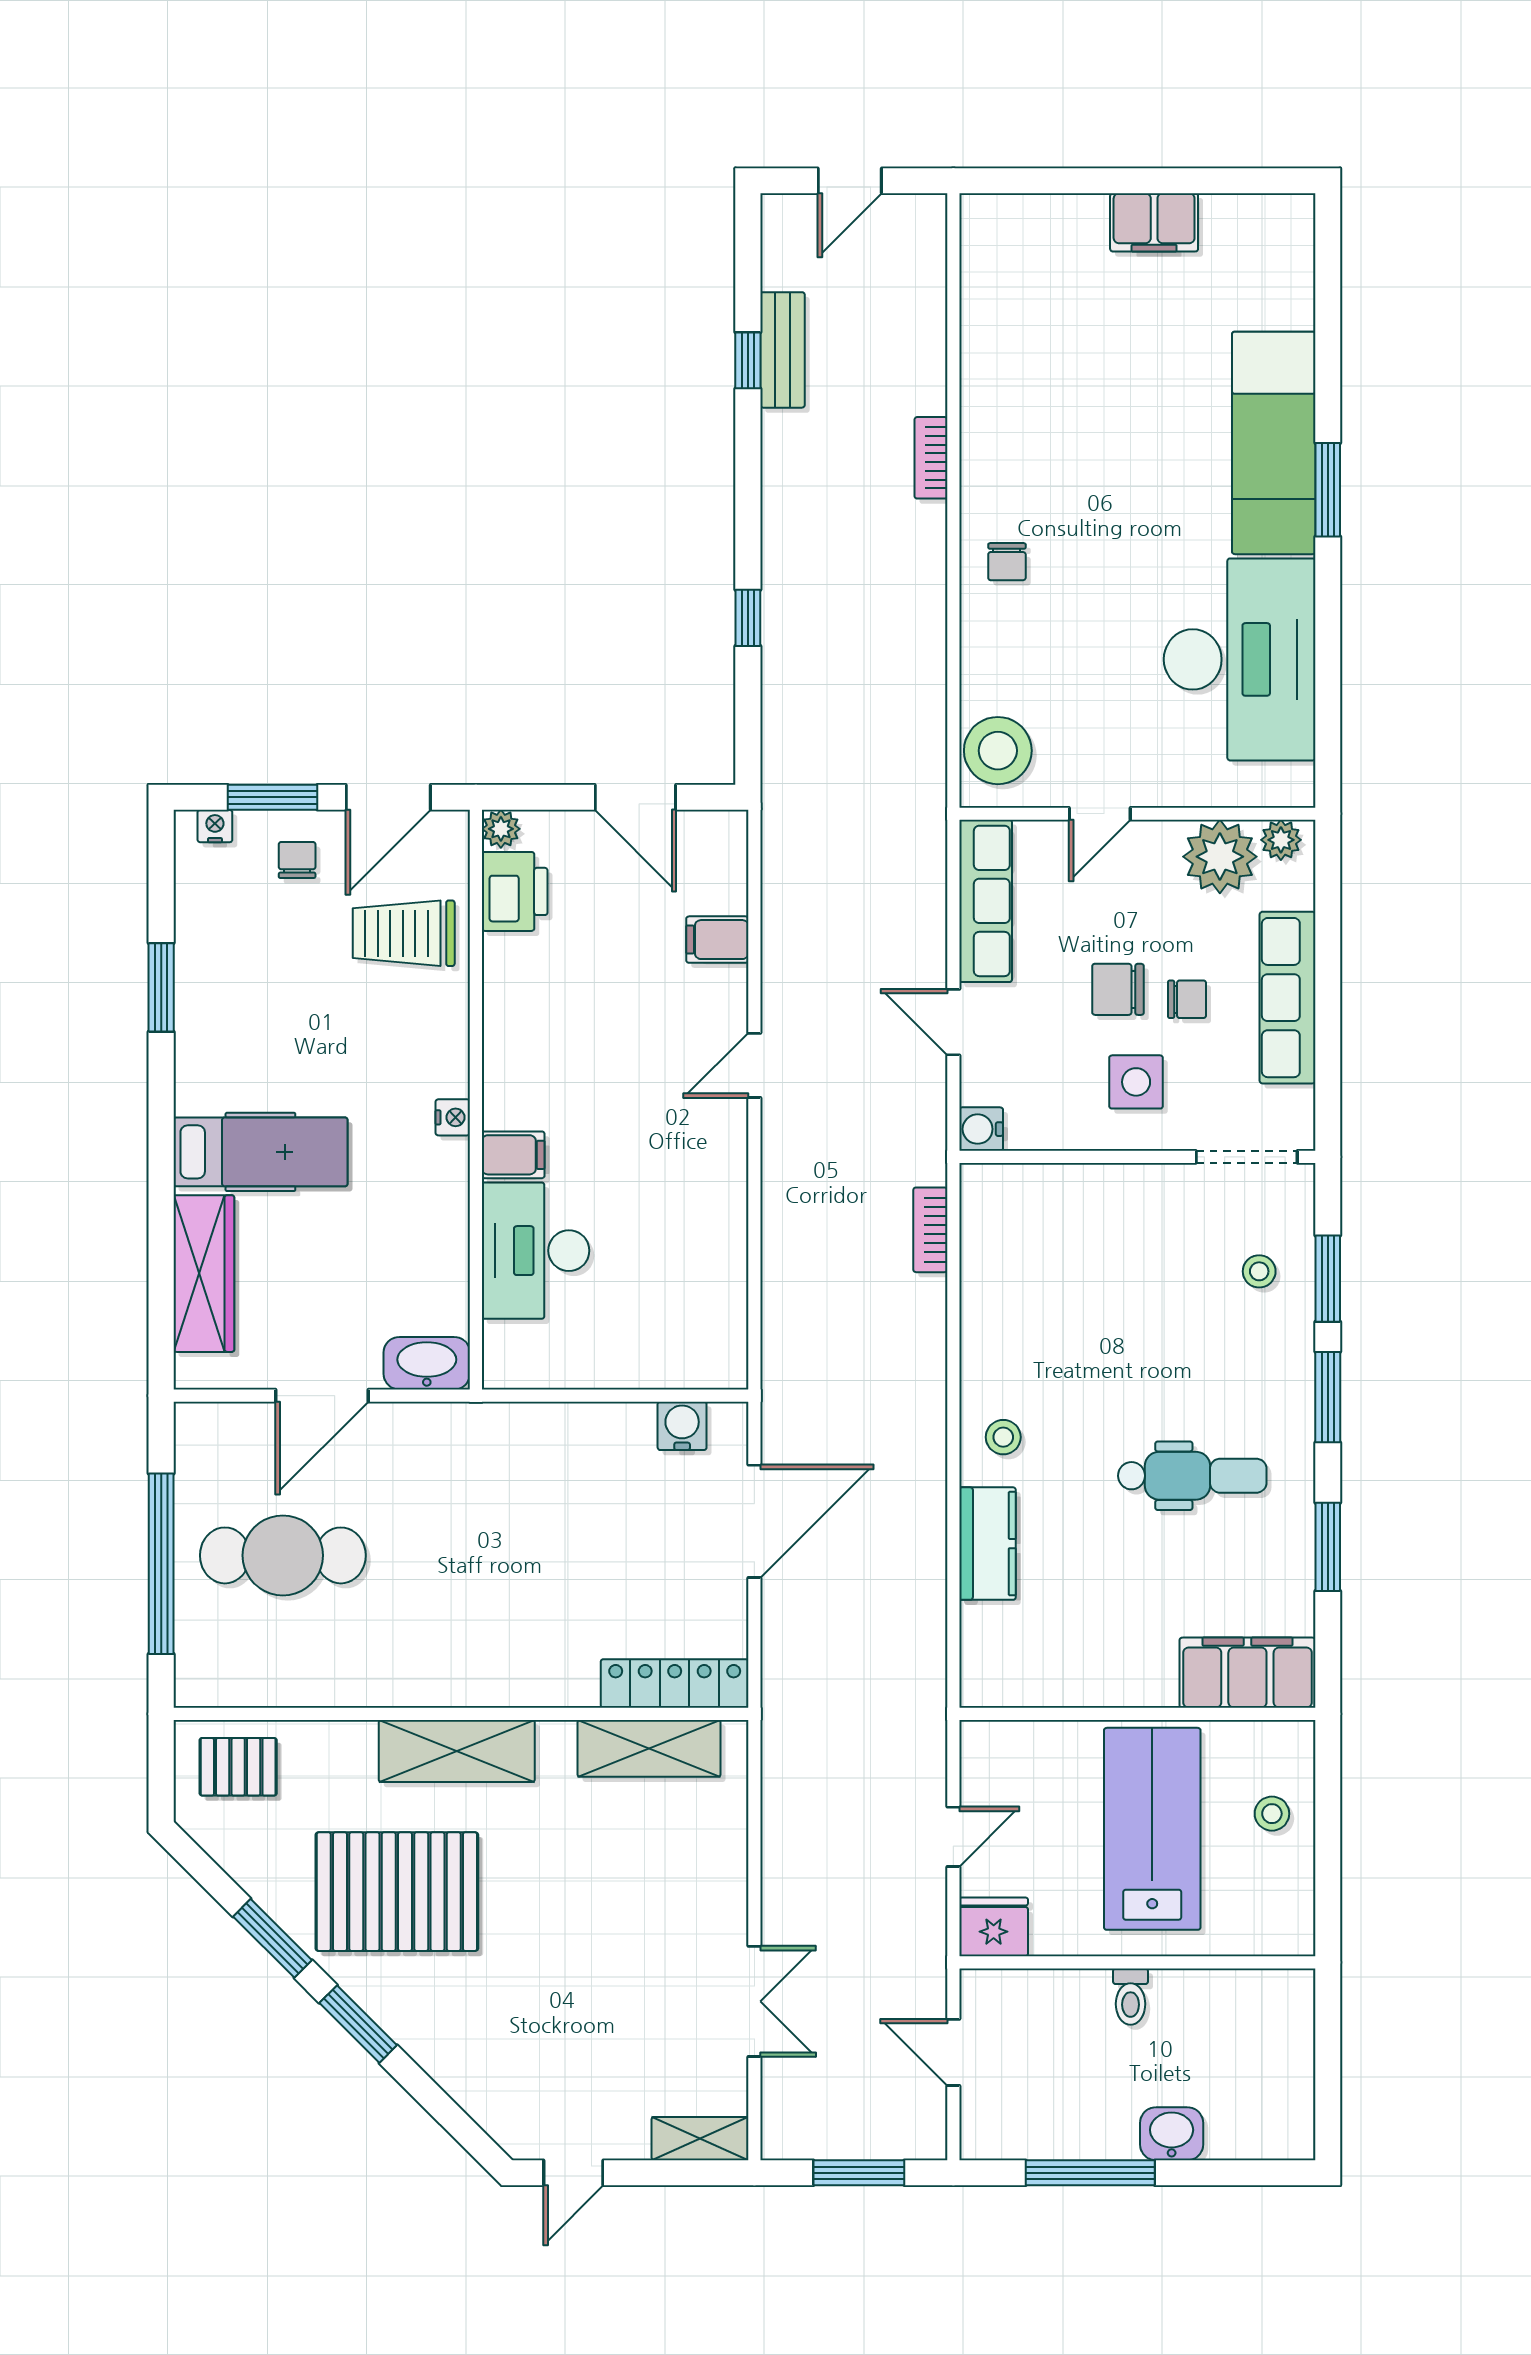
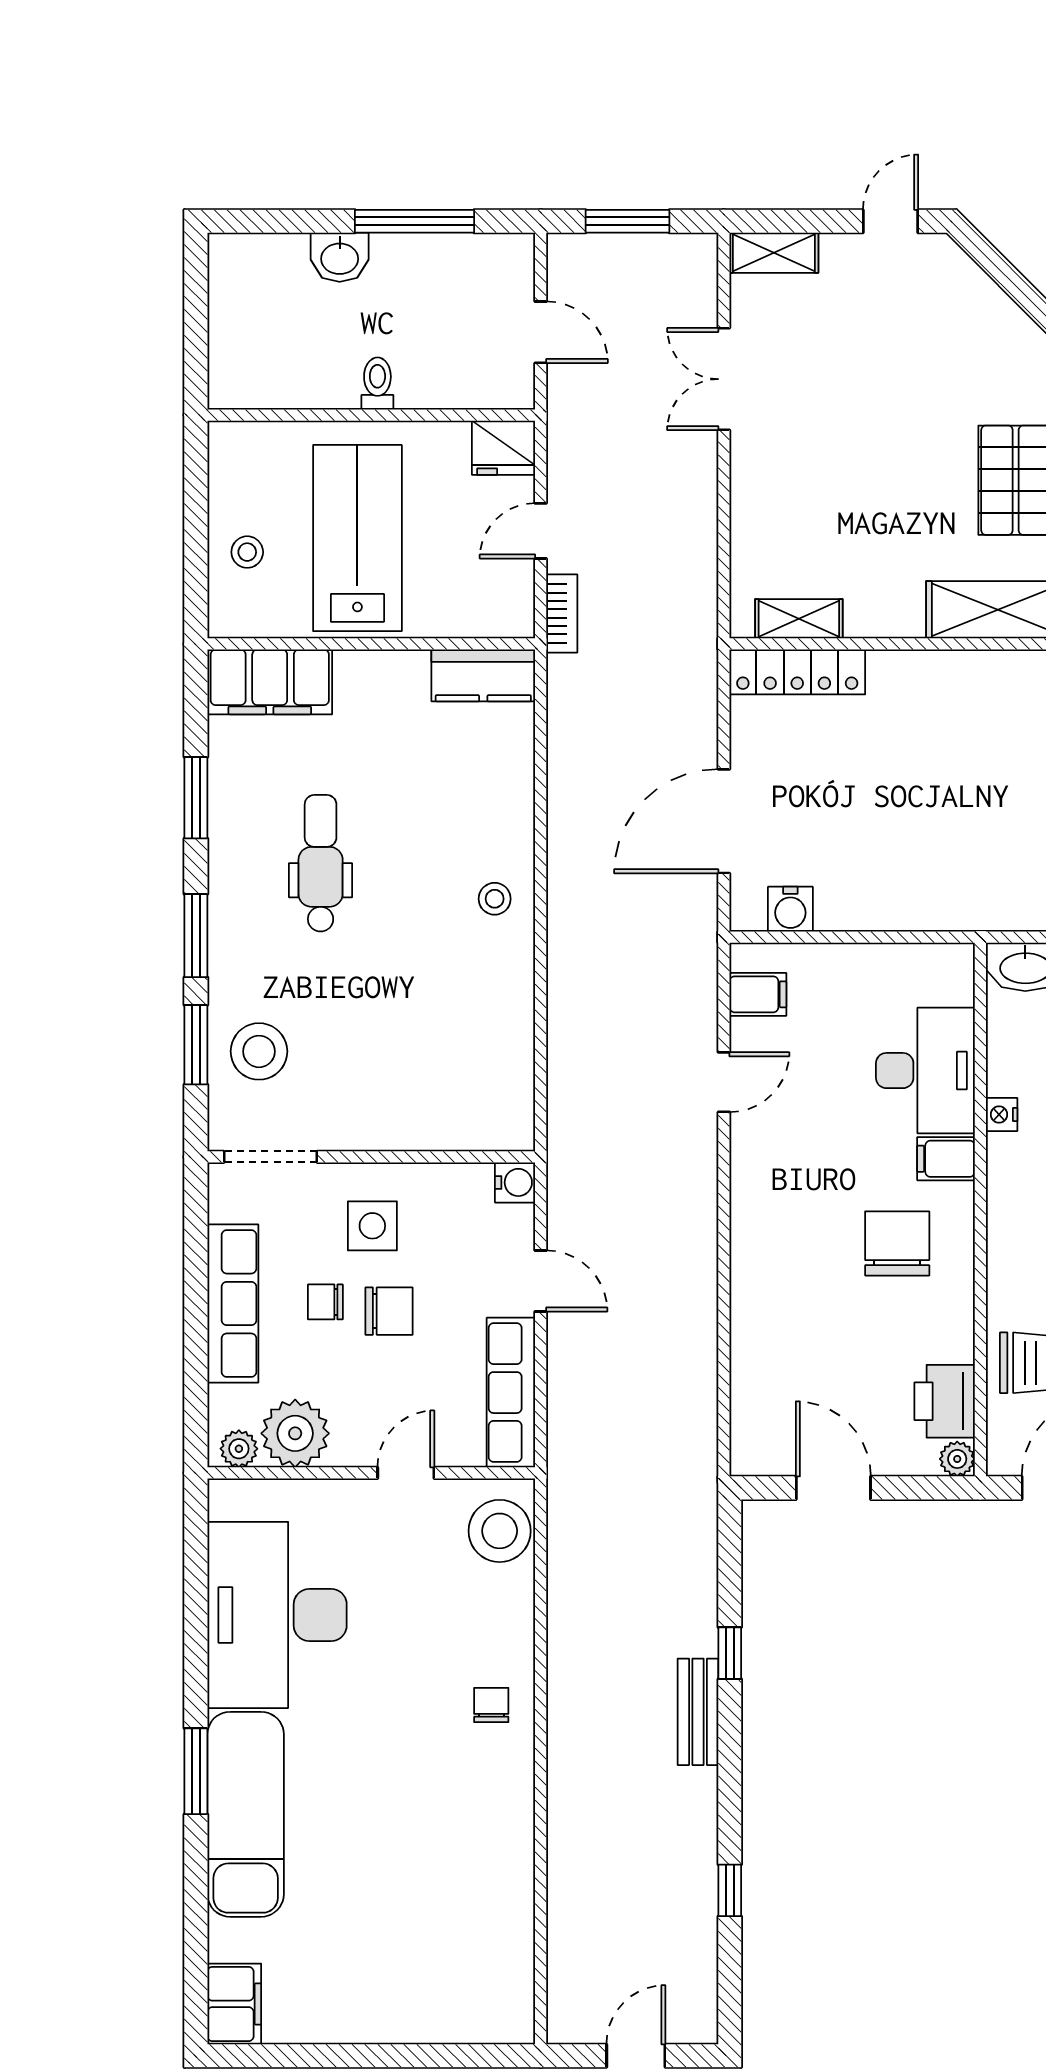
filing cabinet: (1154, 222) -> (234, 2004), moved, turned 90
bench: (782, 350) -> (698, 1712), moved
bookcase: (931, 458) -> (561, 1801), removed
filing cabinet: (717, 940) -> (758, 994), moved
chair: (566, 1063) -> (897, 1243), added
door: (754, 1065) -> (724, 1082), moved
nightstand: (453, 1117) -> (1002, 1115), moved
bookcase: (930, 1230) -> (562, 613), moved
stool: (1259, 1271) -> (259, 1051), width x1.89, depth x1.89
dental chair: (1192, 1476) -> (321, 863), turned 90
kitchen counter: (987, 1544) -> (483, 675), moved, turned -90
shelving: (649, 1748) -> (799, 619), width x0.67, depth x0.75
lab bench: (1152, 1829) -> (357, 538), turned 180

